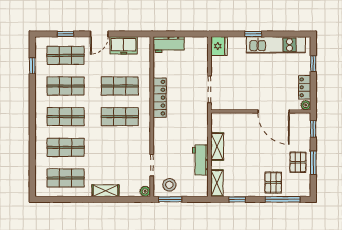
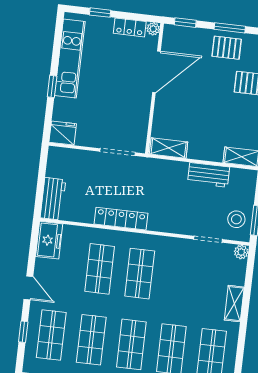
freezer: (124, 45) -> (49, 240), moved
shelving: (217, 147) -> (169, 148), moved

